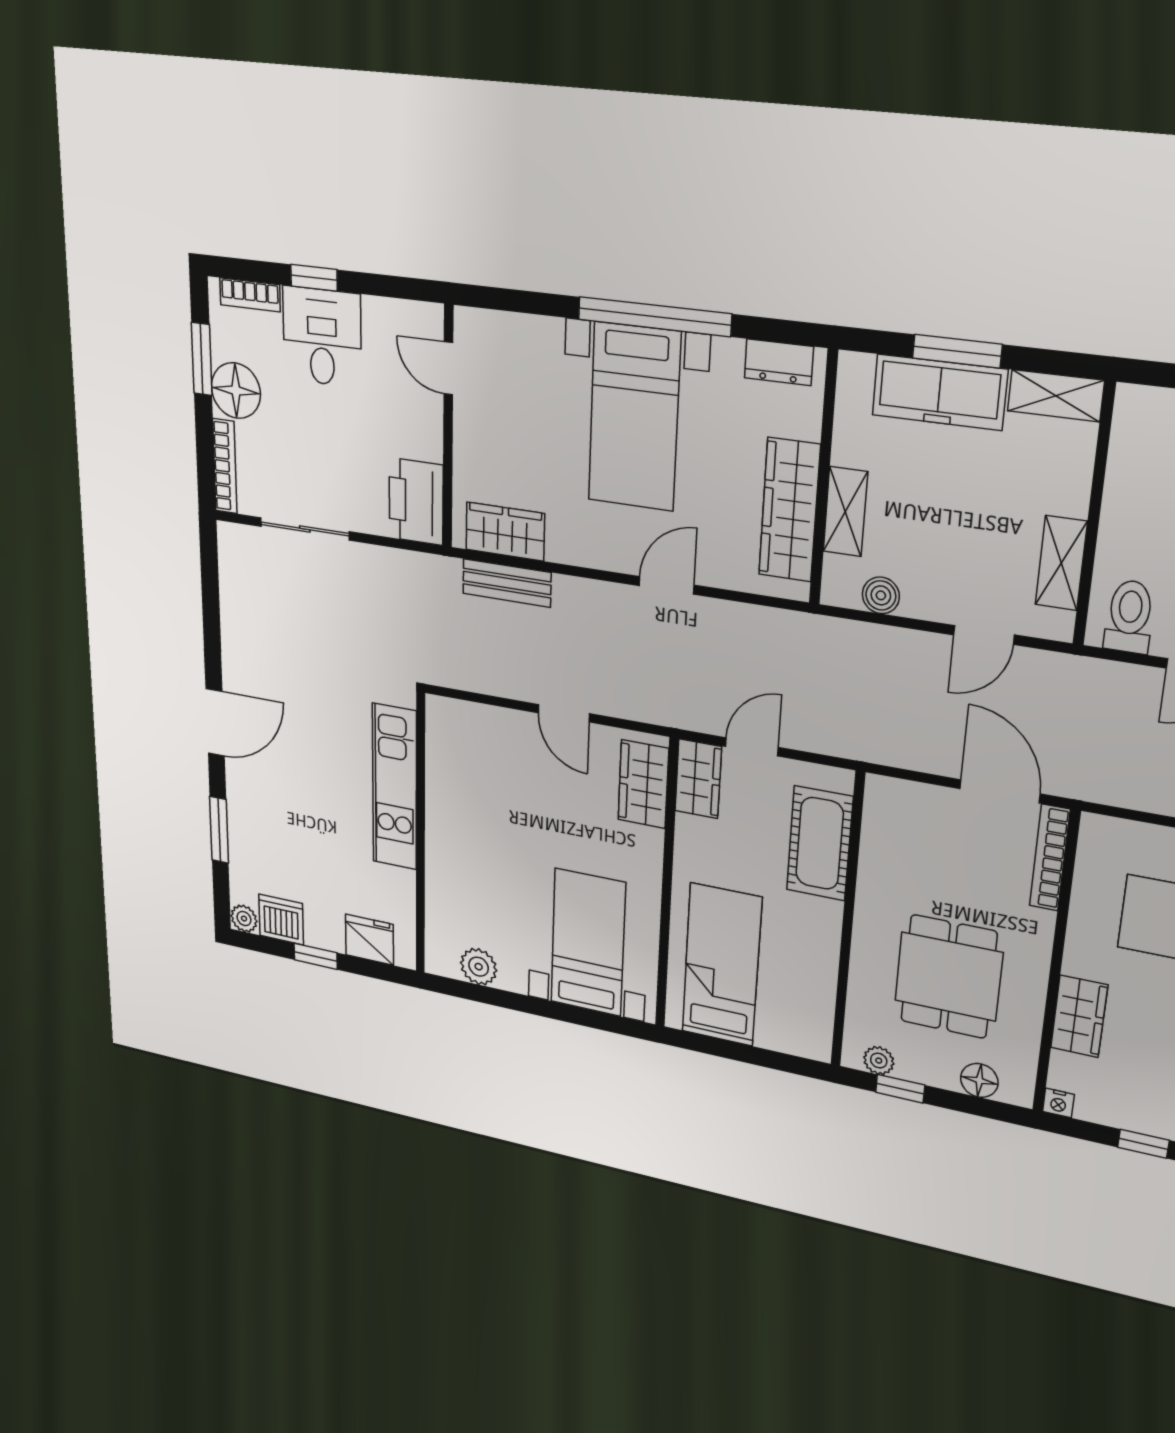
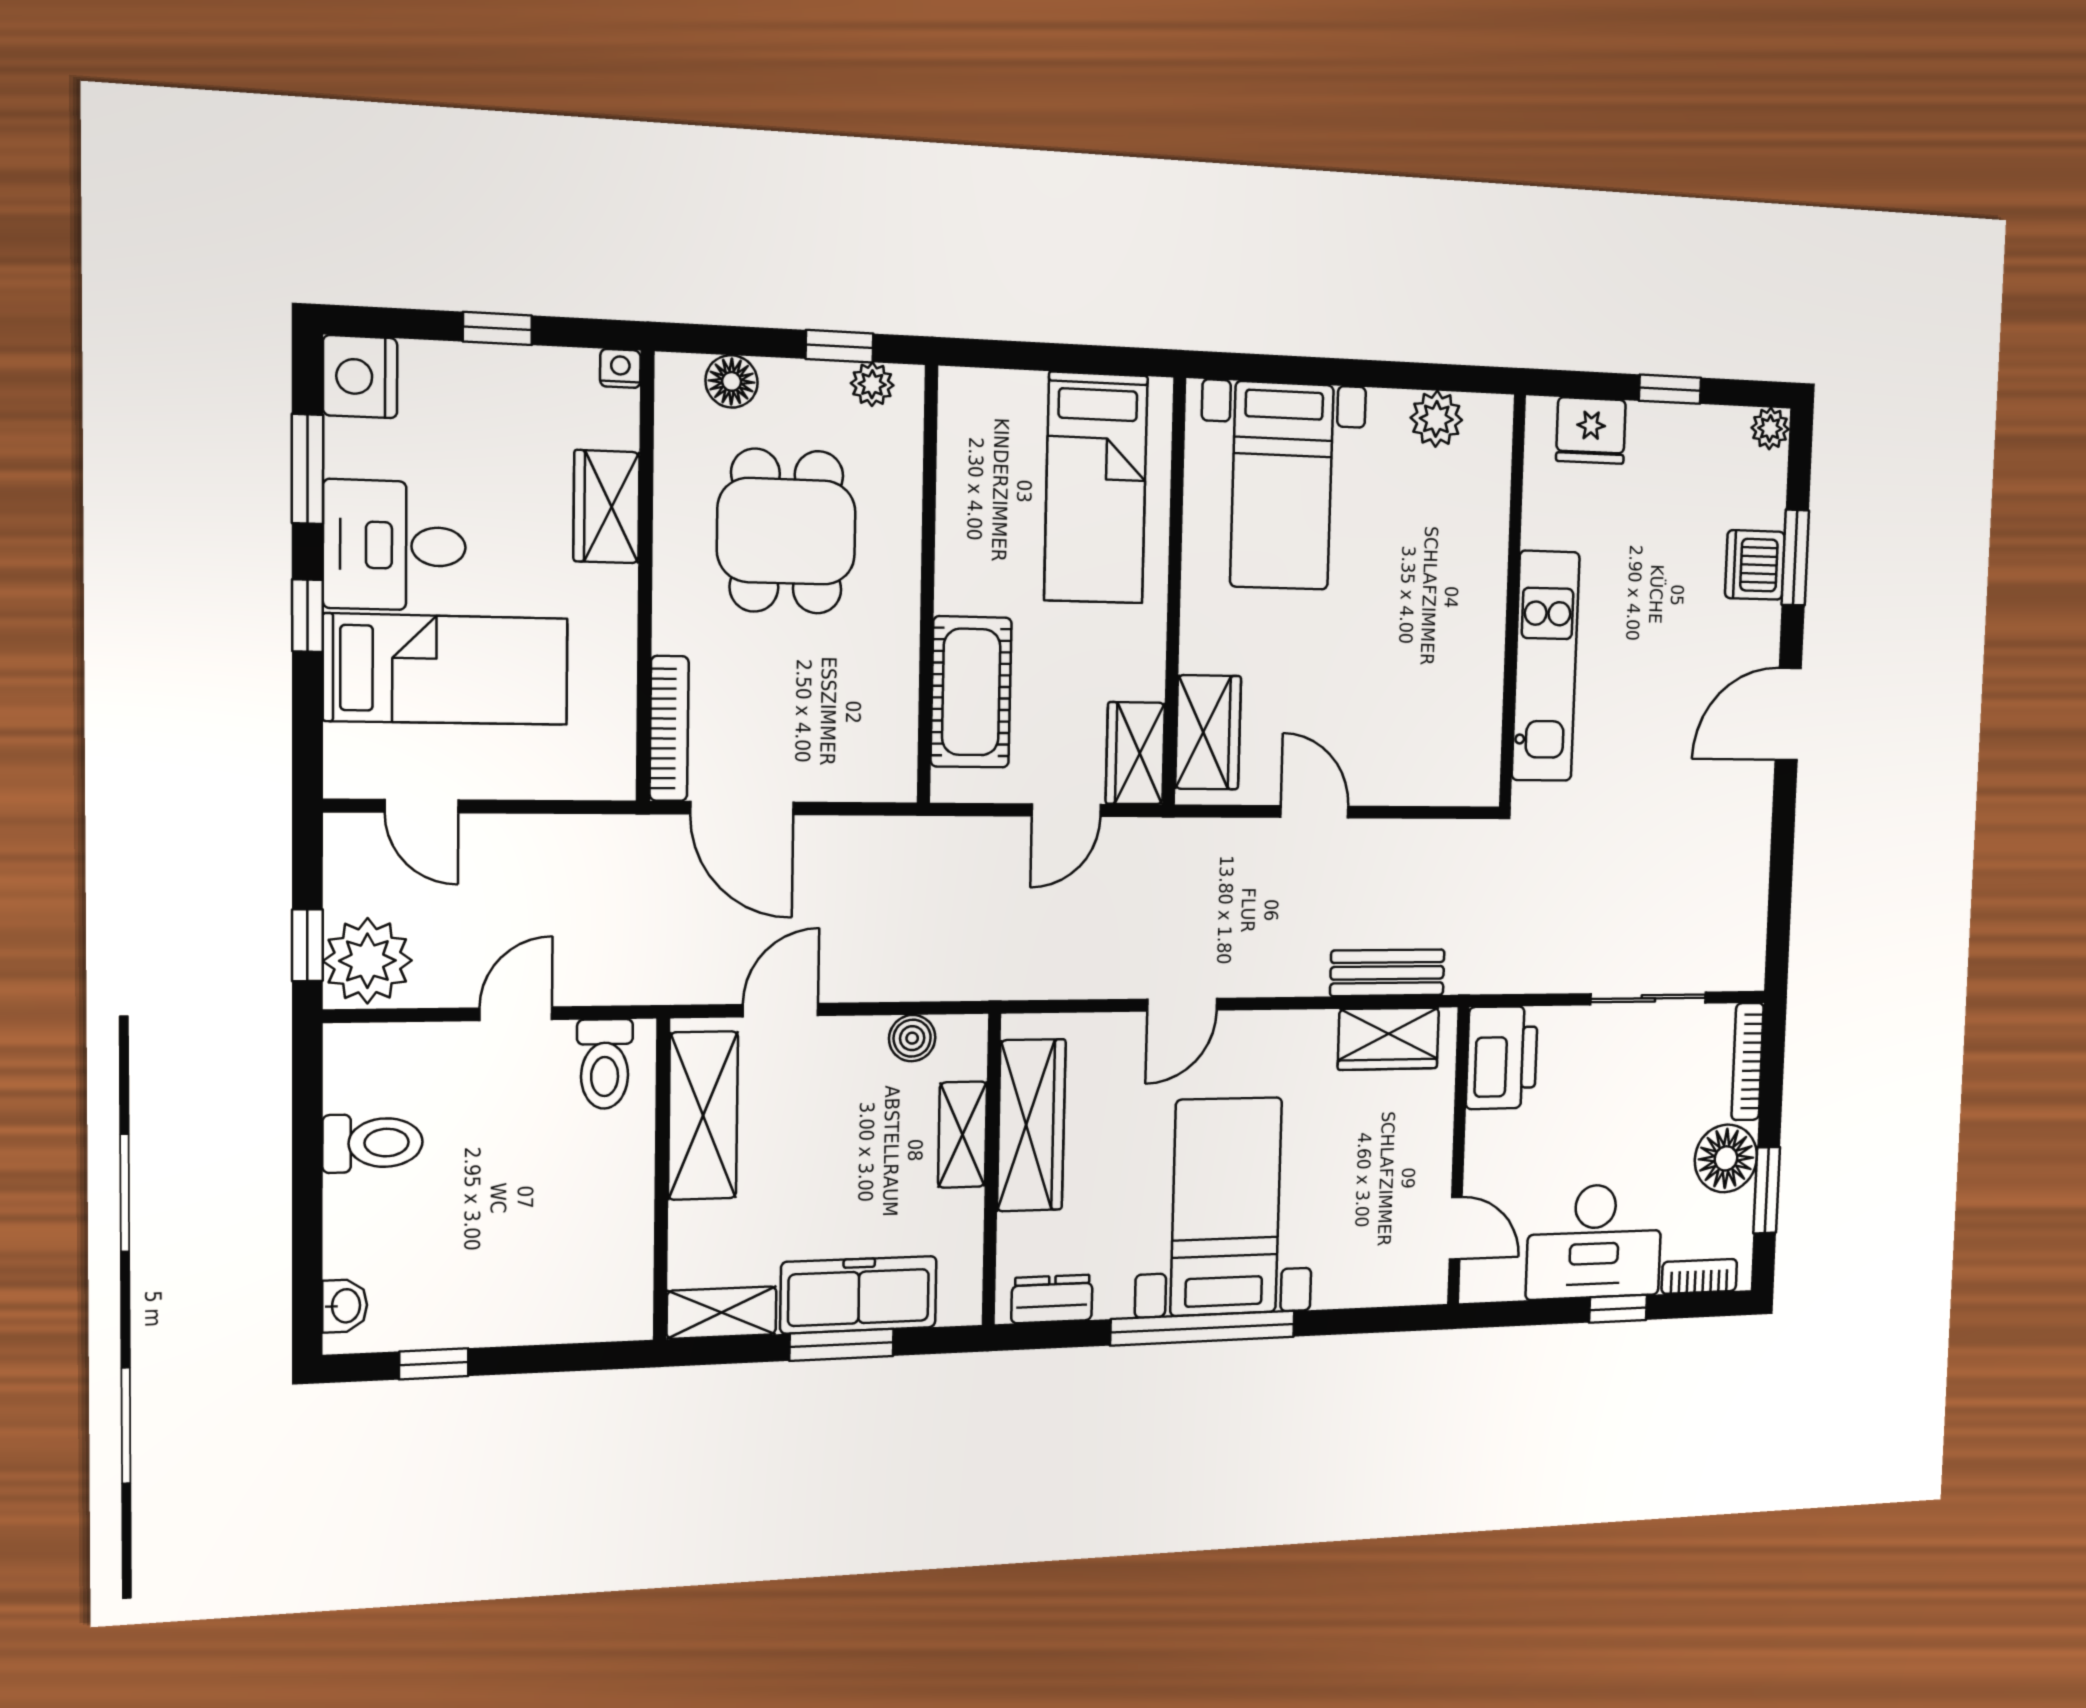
desk: (322, 337) -> (1594, 1241), width x1.37
shelving: (1061, 563) -> (703, 1116), width x1.50, depth x1.33
dishwasher: (281, 920) -> (1755, 565), moved, turned 90

